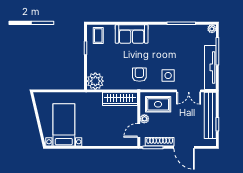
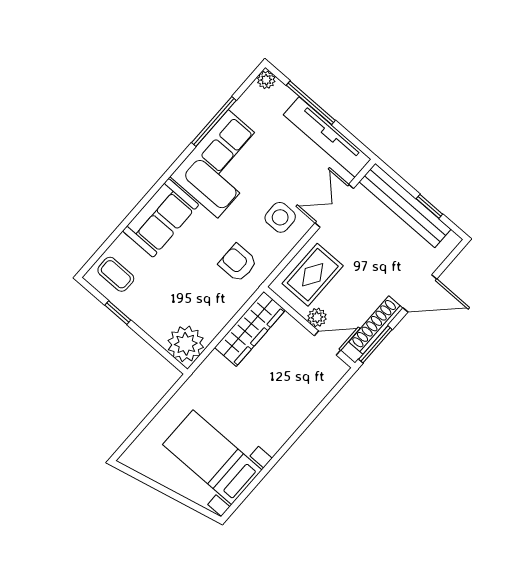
corner sofa: (169, 39) -> (223, 164), added
double door: (189, 91) -> (334, 206), swing flipped
door: (139, 130) -> (327, 343), swing flipped

